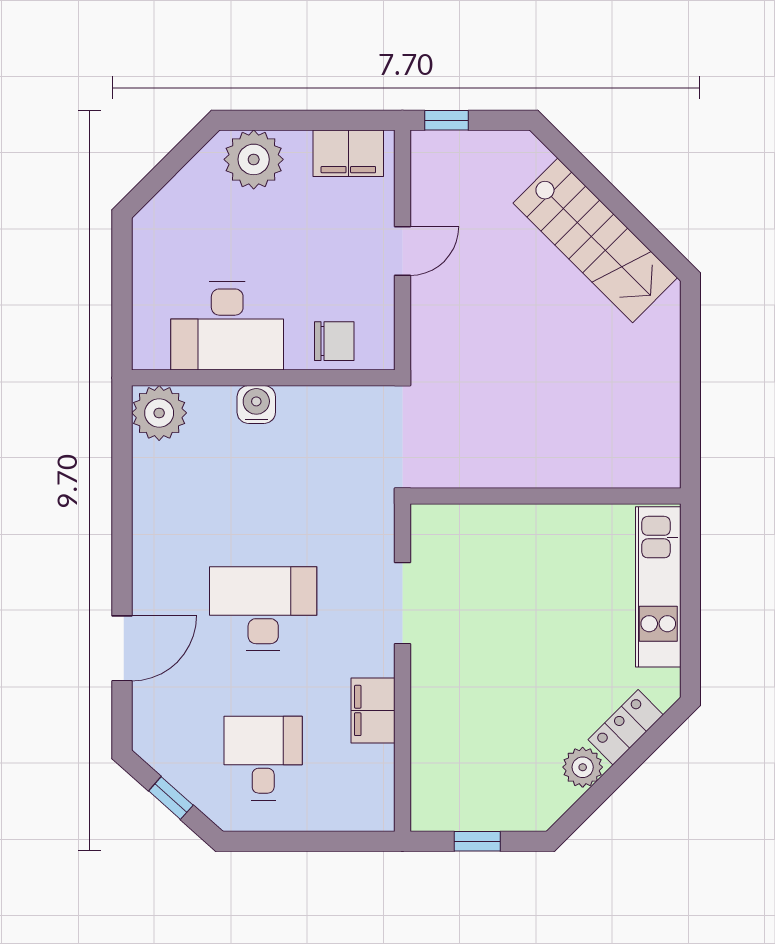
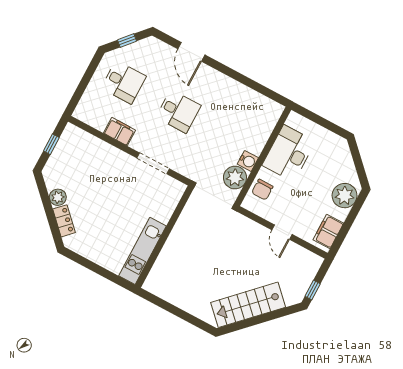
window: (447, 120) -> (313, 290), moved
water cooler: (256, 404) -> (248, 161), moved
plant: (159, 413) -> (235, 178), moved
kitchen unit: (658, 587) -> (142, 251), moved, turned -90
desk: (263, 609) -> (178, 111), width x0.73

